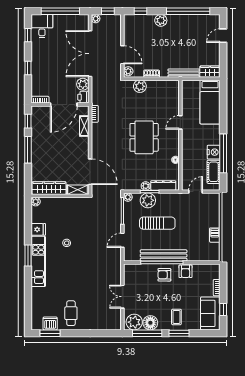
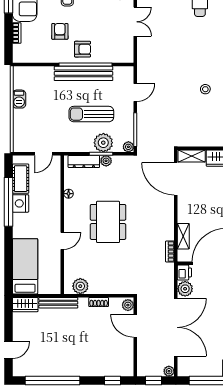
plant: (161, 20) -> (87, 369), removed
plant: (140, 86) -> (80, 286), moved
armchair: (185, 271) -> (60, 31), moved

